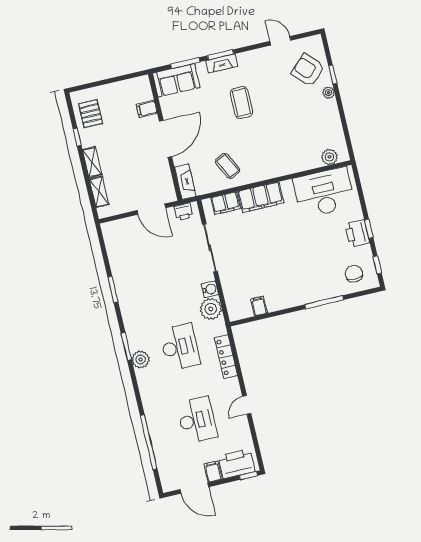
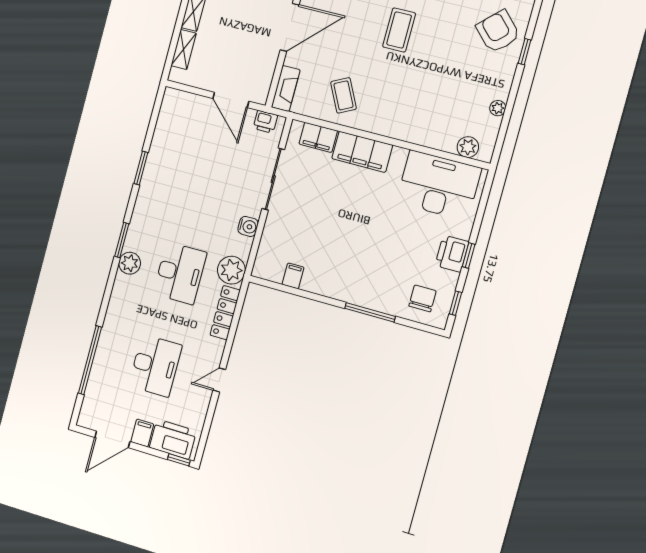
plant: (329, 93) -> (498, 108), moved
plant: (211, 309) -> (231, 270), moved
door: (194, 488) -> (112, 439), hinge flipped

